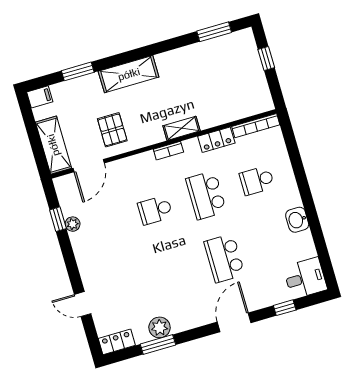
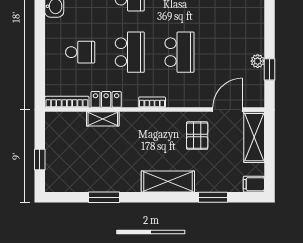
window: (214, 32) -> (104, 197), moved
shelving: (182, 128) -> (103, 119), moved
school desk: (155, 210) -> (179, 52), width x1.85

